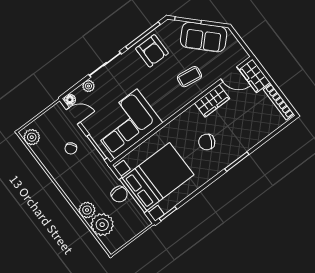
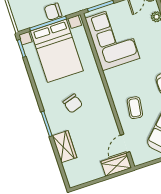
wardrobe: (212, 101) -> (64, 147), moved, turned 180
bookcase: (279, 102) -> (87, 178), removed
chair: (207, 142) -> (73, 103), turned 136

